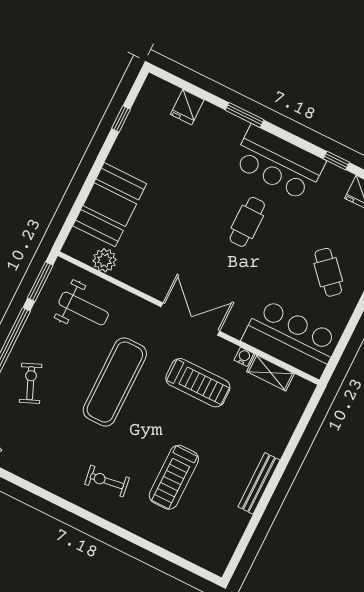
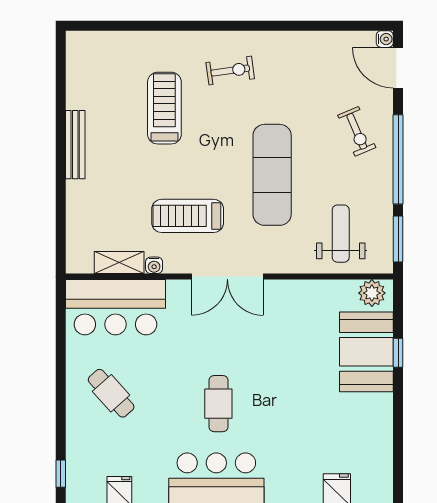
window: (121, 119) -> (398, 353), moved
plant: (105, 260) -> (372, 293), moved
weight bench: (84, 308) -> (341, 234), turned 90

